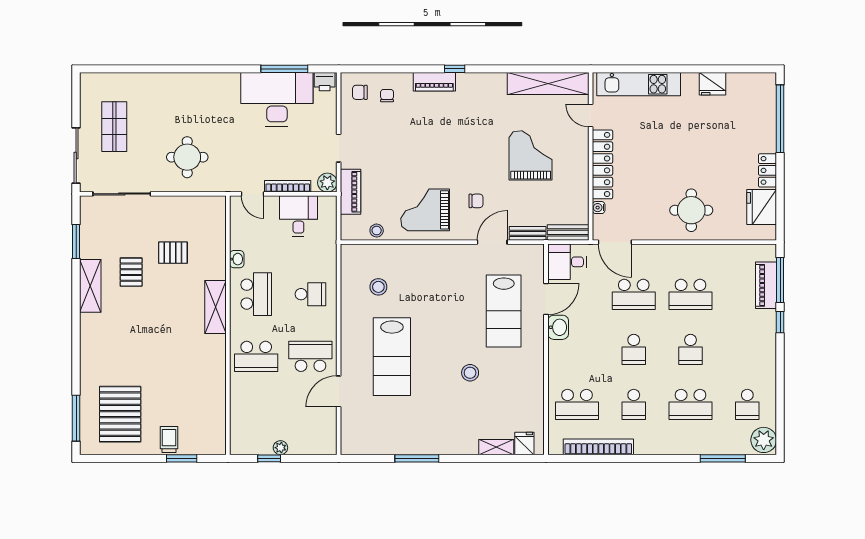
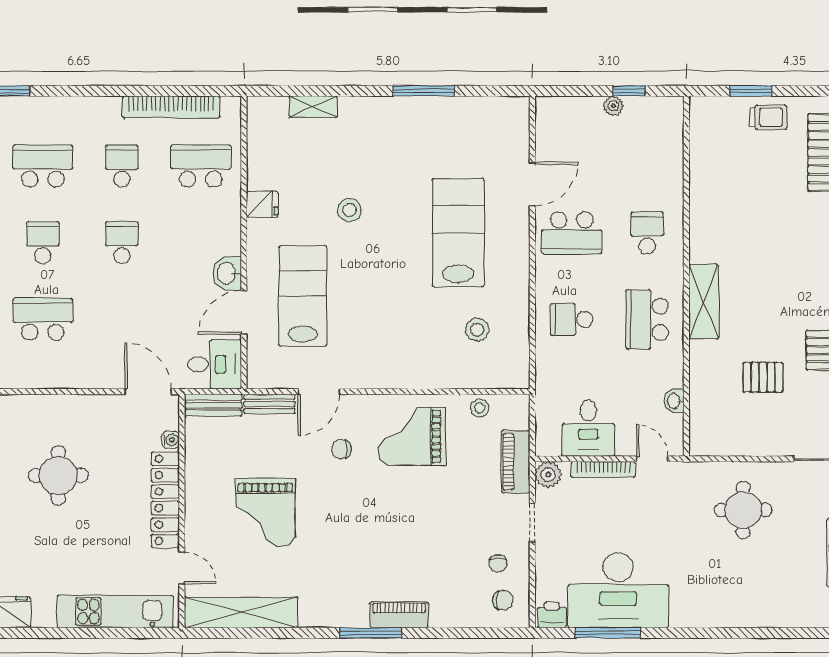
window: (455, 69) -> (371, 633), width x2.17
chair: (387, 96) -> (498, 564), moved
grand piano: (425, 210) -> (412, 437), turned 180
round table: (691, 210) -> (58, 475), moved
washbasin: (237, 259) -> (674, 401), moved
school desk: (634, 294) -> (122, 319), removed
school desk: (256, 356) -> (647, 233), width x0.54
trolley: (169, 439) -> (768, 117), turned -90
fridge: (524, 443) -> (262, 204), moved, turned -90

